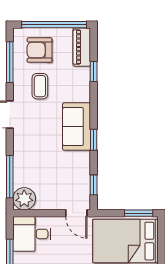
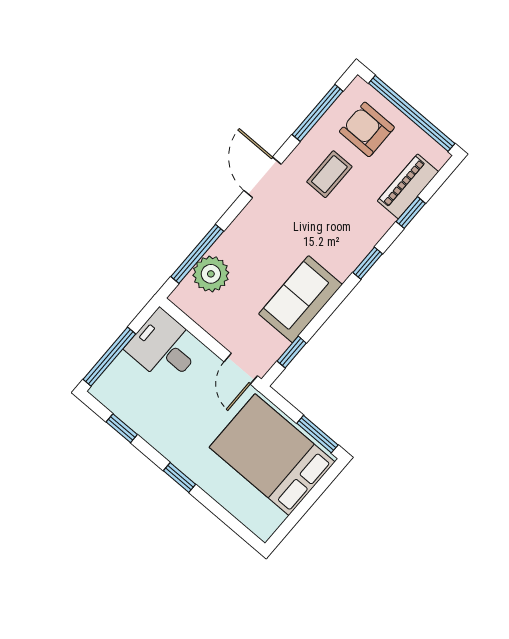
piano: (82, 47) -> (408, 186), moved
sofa: (77, 127) -> (301, 299), moved
window: (94, 140) -> (368, 263), moved
plant: (24, 199) -> (211, 274), moved

